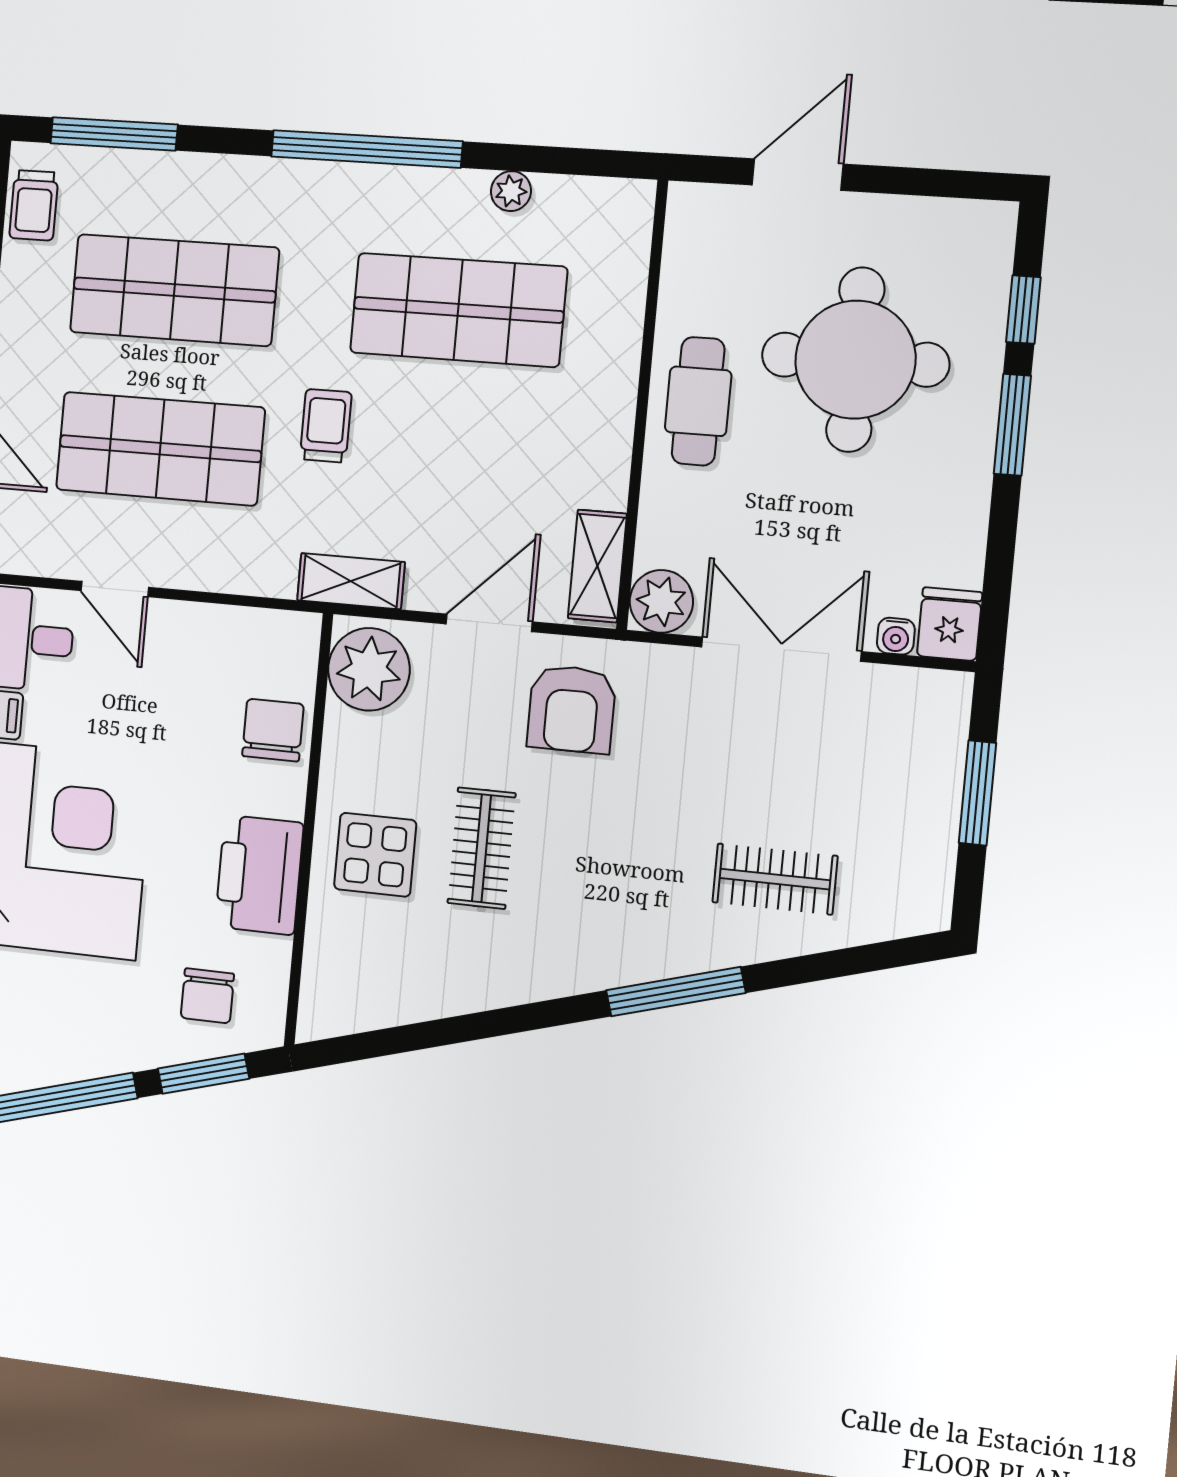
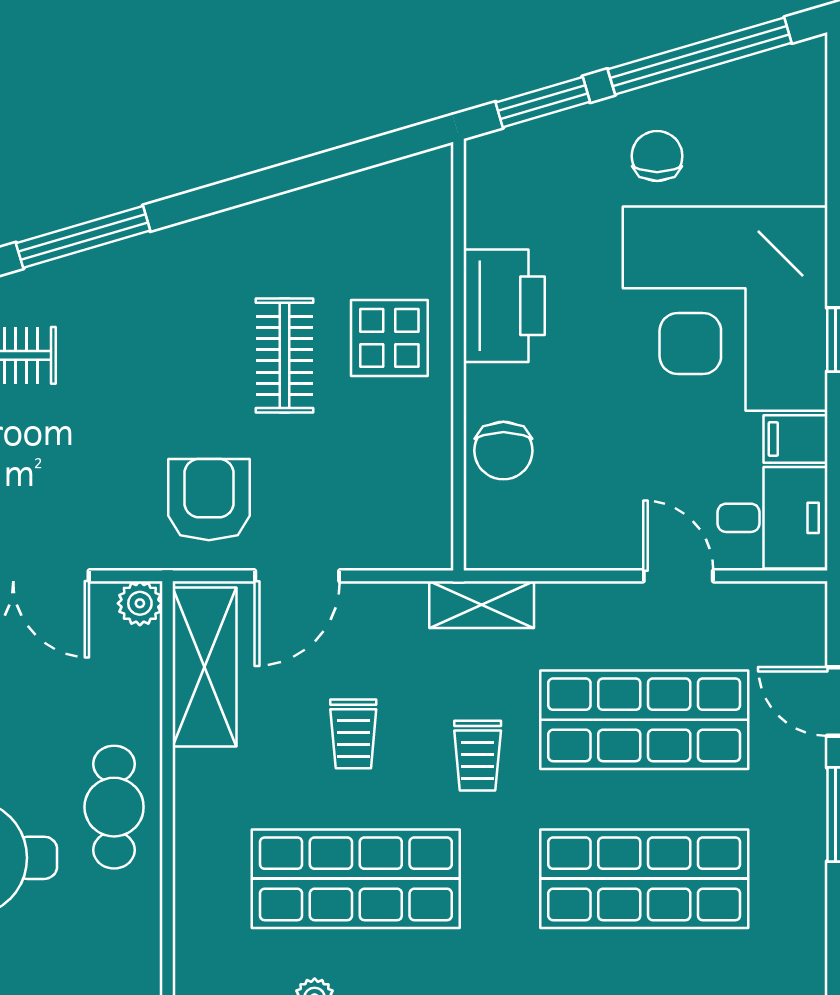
trolley: (34, 205) -> (353, 734), moved, turned 180
shelving: (597, 566) -> (205, 667), width x1.50, depth x1.33
shelving: (351, 581) -> (482, 605), moved
plant: (661, 601) -> (140, 603), width x0.73, depth x0.73
plant: (369, 669) -> (412, 520), removed
chair: (207, 996) -> (657, 156), moved

